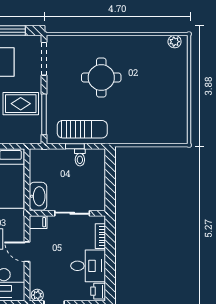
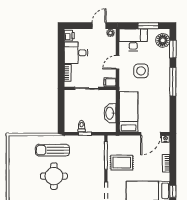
round table: (101, 78) -> (54, 176), moved
sun lounger: (82, 129) -> (52, 150), moved
washbasin: (38, 196) -> (110, 113), moved
door: (27, 252) -> (118, 62), swing flipped

